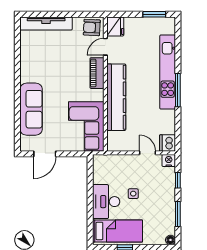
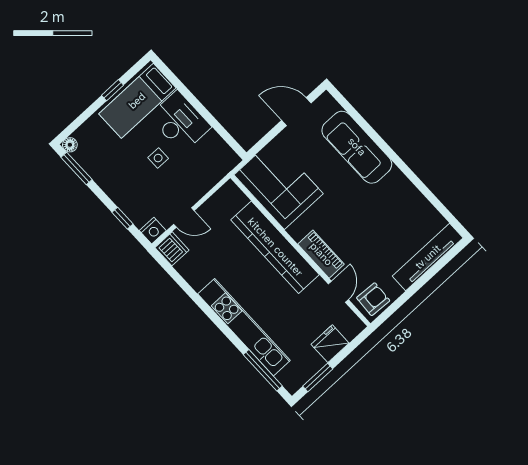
fridge: (115, 26) -> (330, 344), moved, turned 90
window: (178, 90) -> (263, 370), moved
door: (45, 154) -> (296, 112), hinge flipped
window: (178, 214) -> (76, 168), moved

